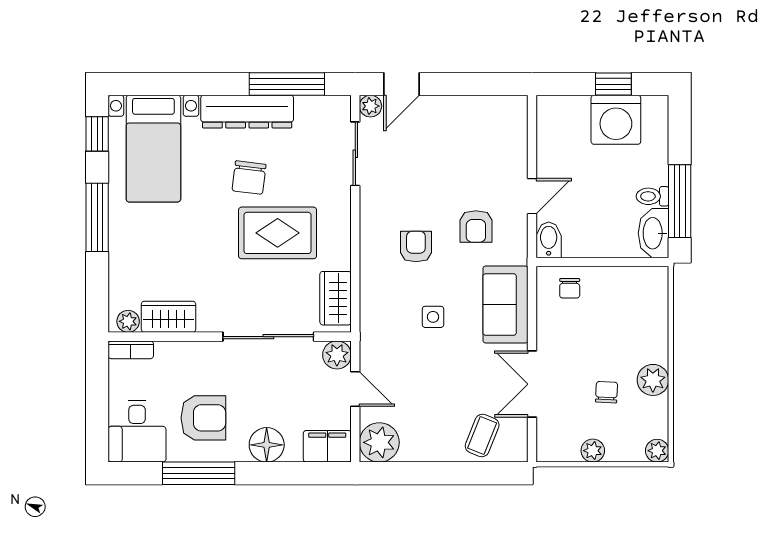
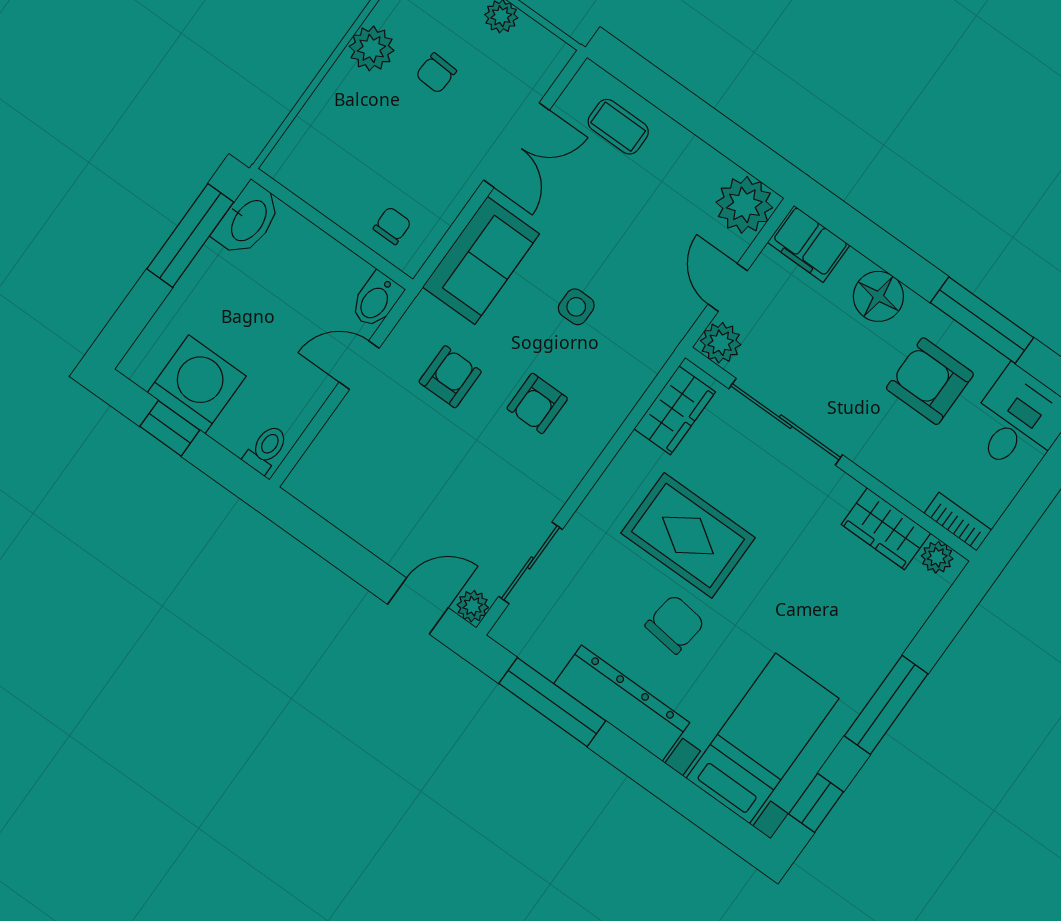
toilet: (653, 196) -> (266, 449), moved, turned -90
coffee table: (482, 435) -> (618, 127), turned 68

